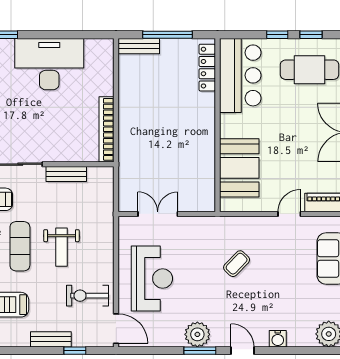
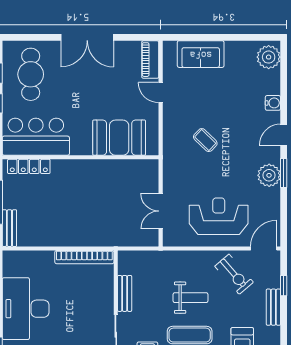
exercise bike: (88, 296) -> (234, 274), turned -41

